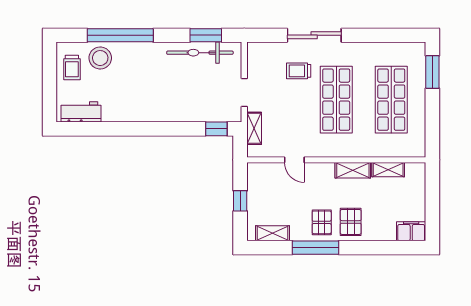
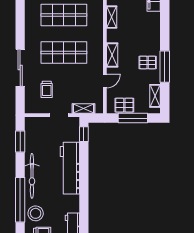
bicycle: (200, 53) -> (32, 176), moved
trolley: (299, 71) -> (47, 89), moved
workbench: (167, 108) -> (70, 168), added
shelving: (353, 170) -> (112, 55), moved
window: (240, 201) -> (133, 118), width x2.17
pallet: (351, 222) -> (124, 105), moved

